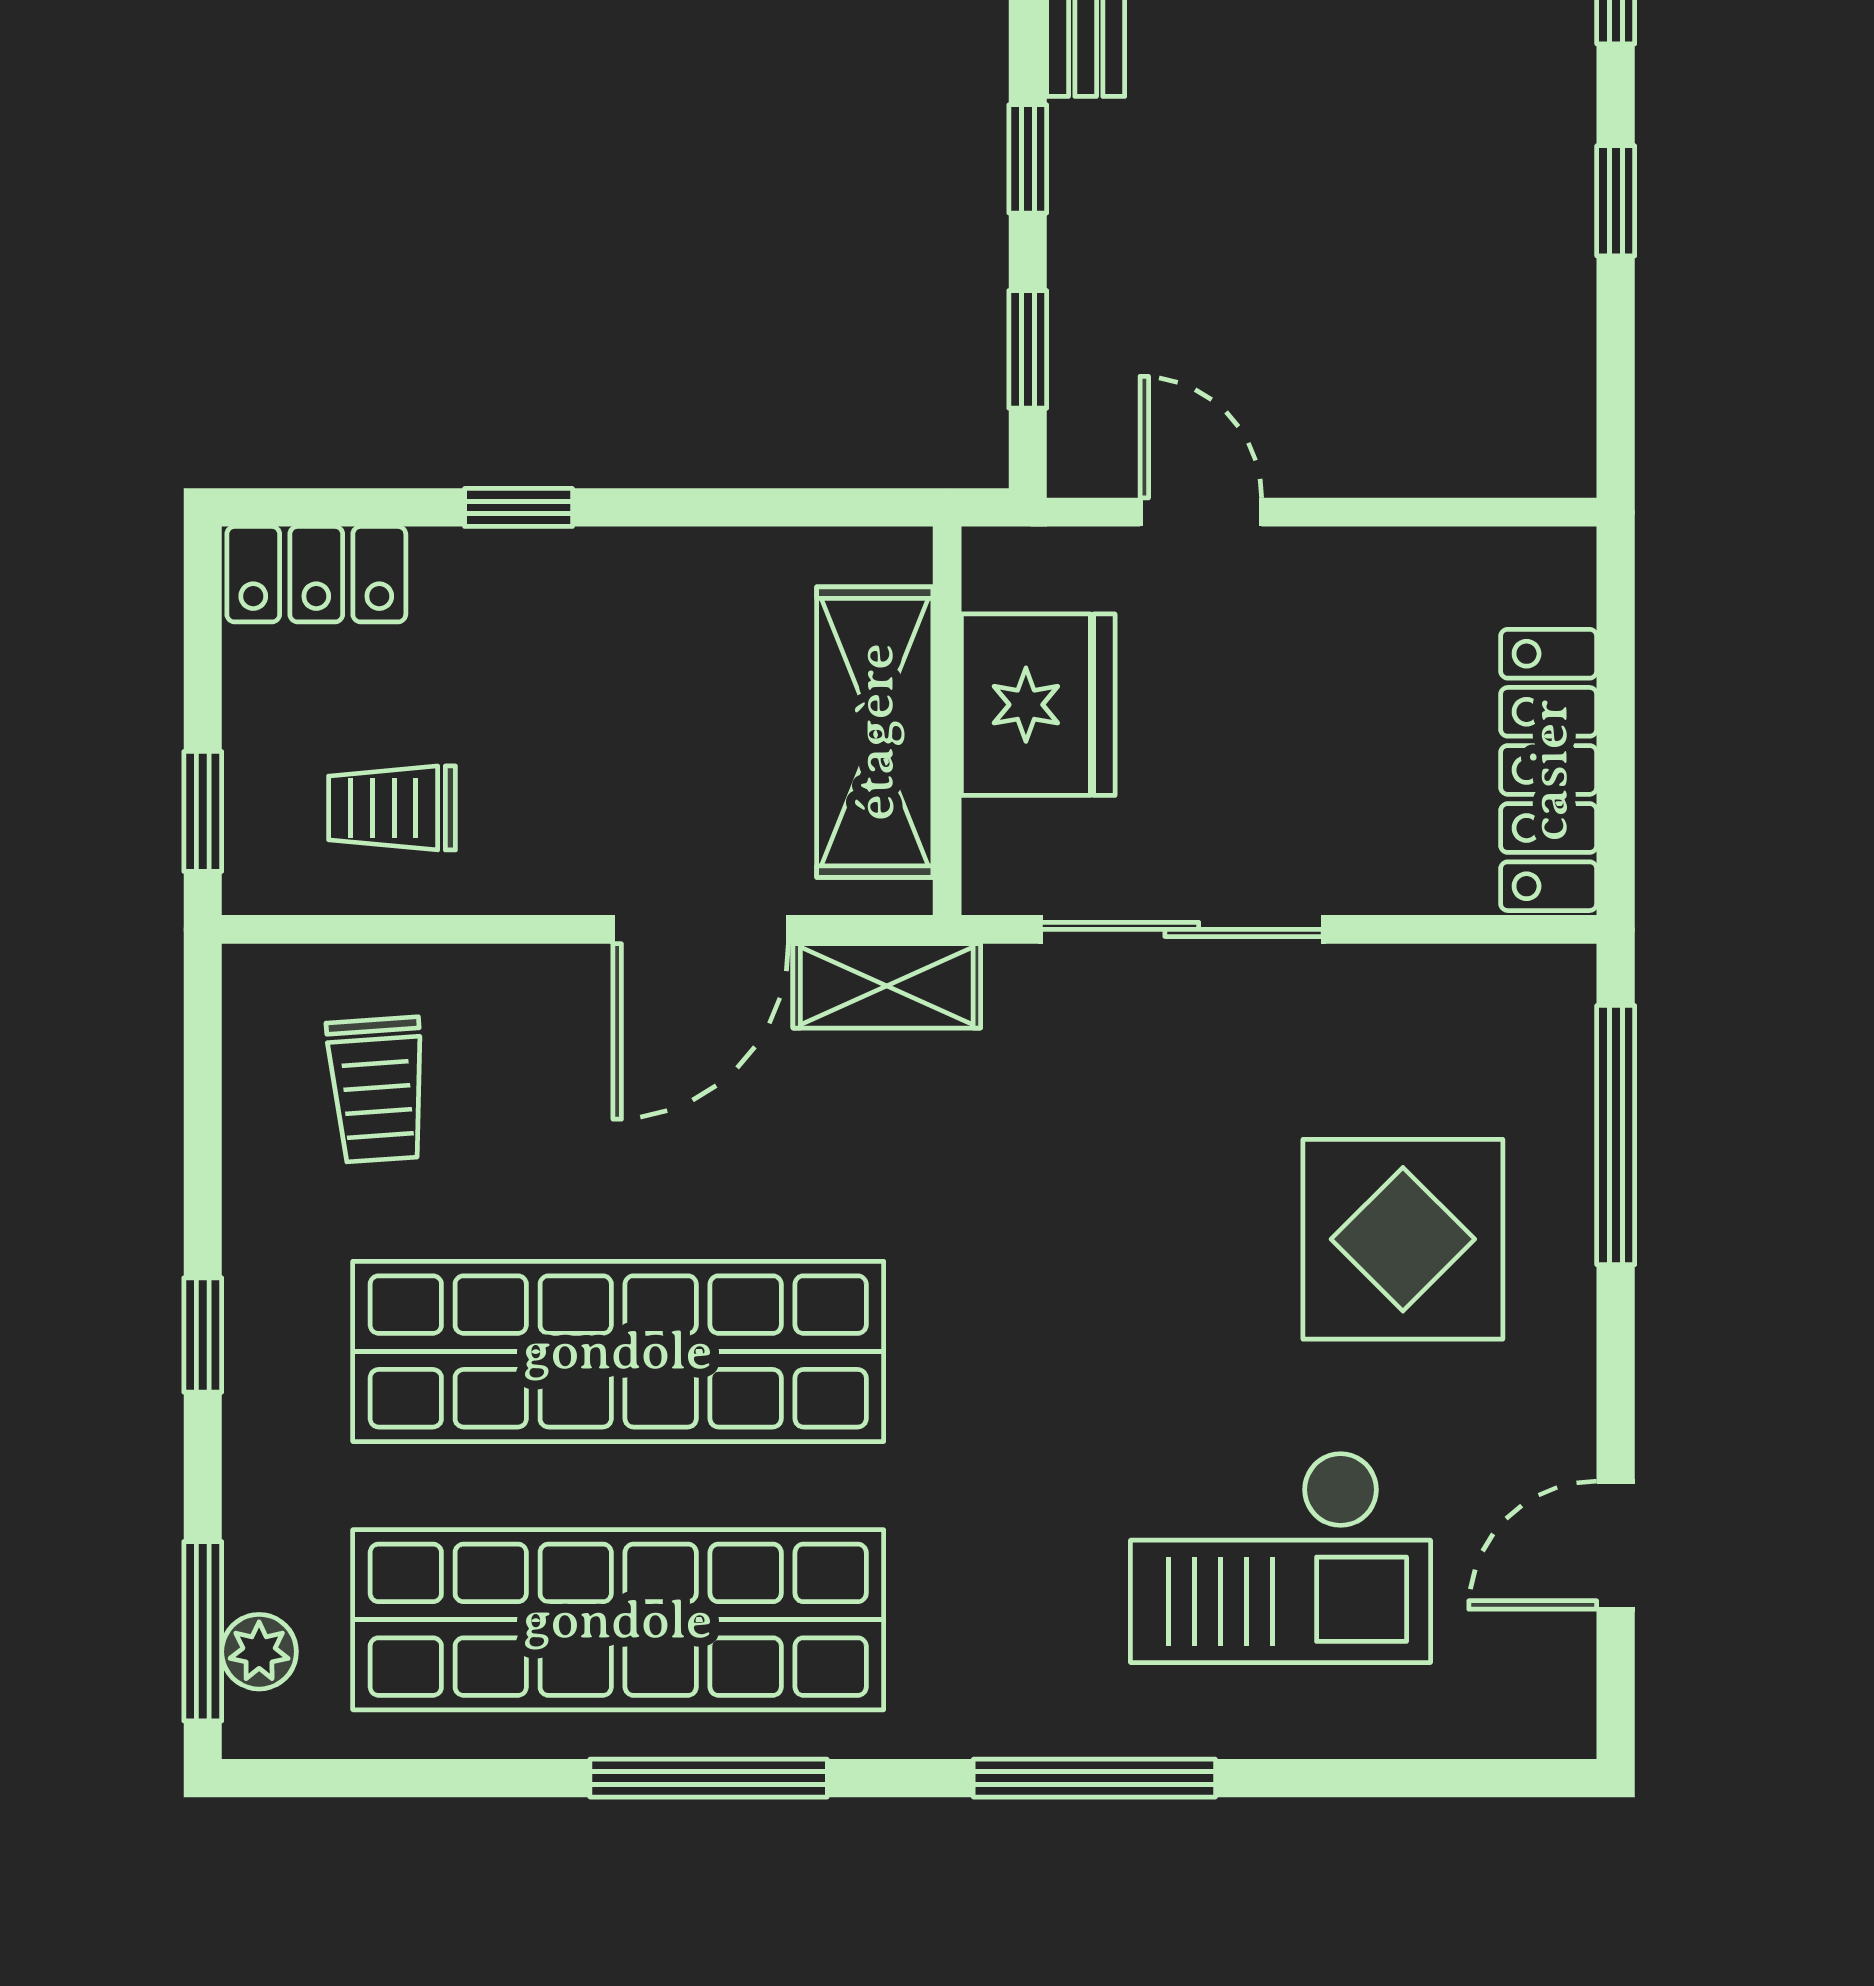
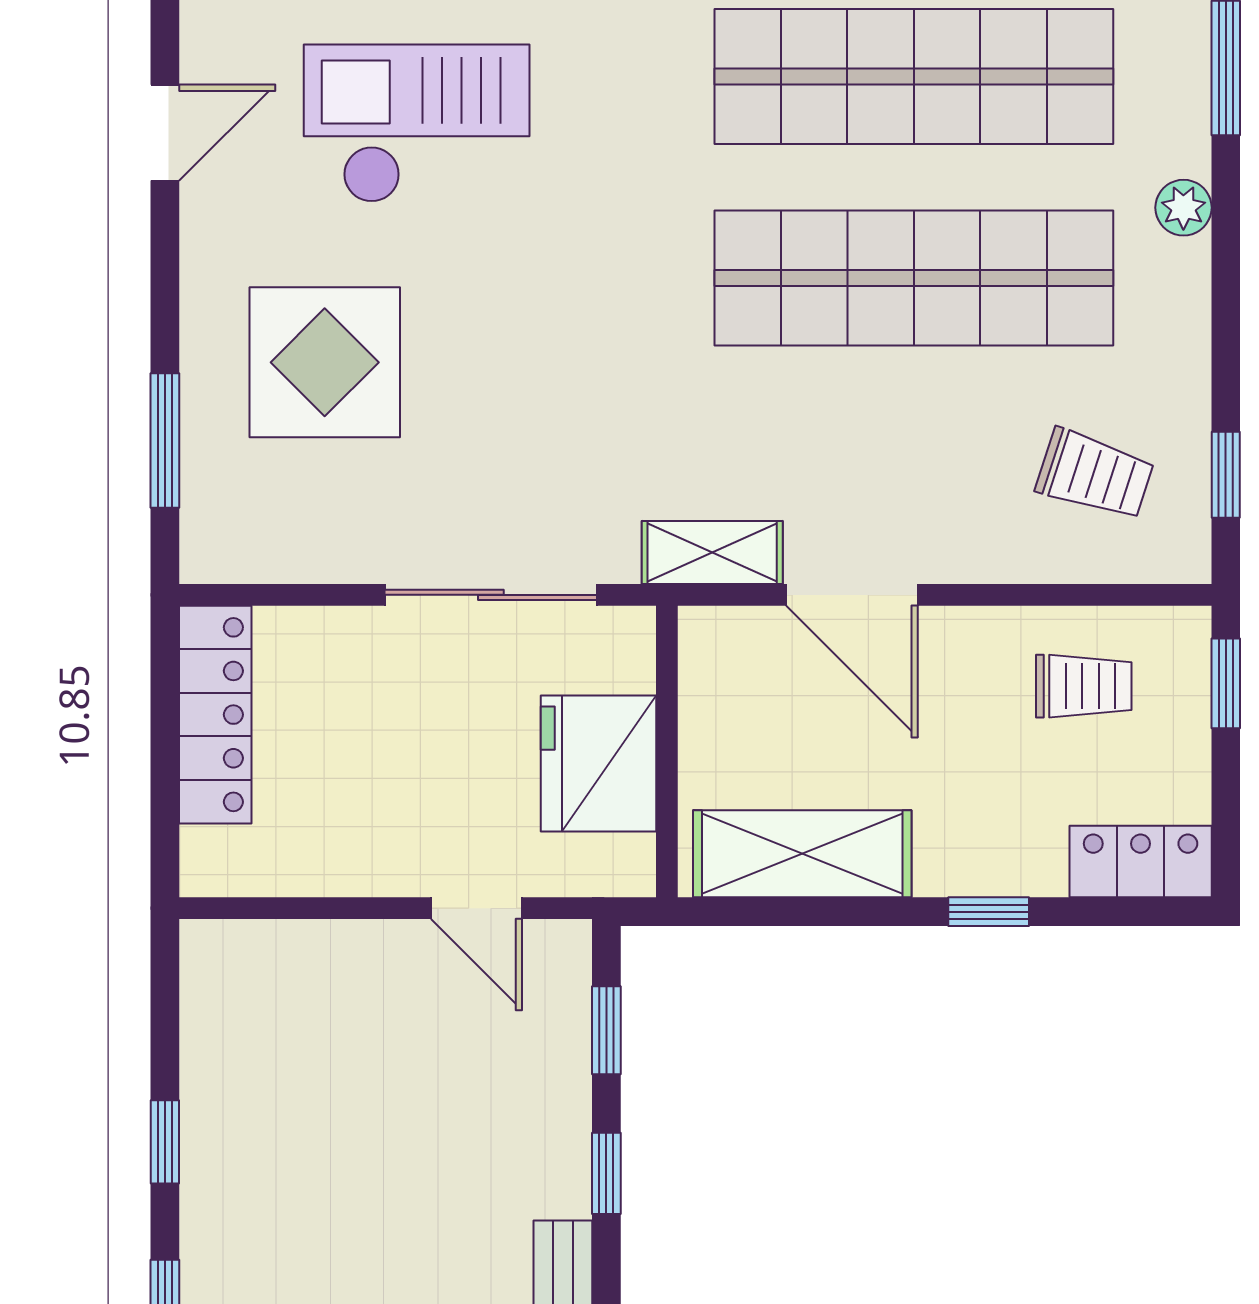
shelving: (875, 732) -> (802, 854), moved, turned 90
door: (701, 929) -> (852, 595), swing flipped
trolley: (377, 1090) -> (1095, 475), turned 112
window: (1616, 1135) -> (165, 440), width x0.69
window: (203, 1335) -> (1226, 475), moved
plant: (259, 1652) -> (1183, 208), moved

